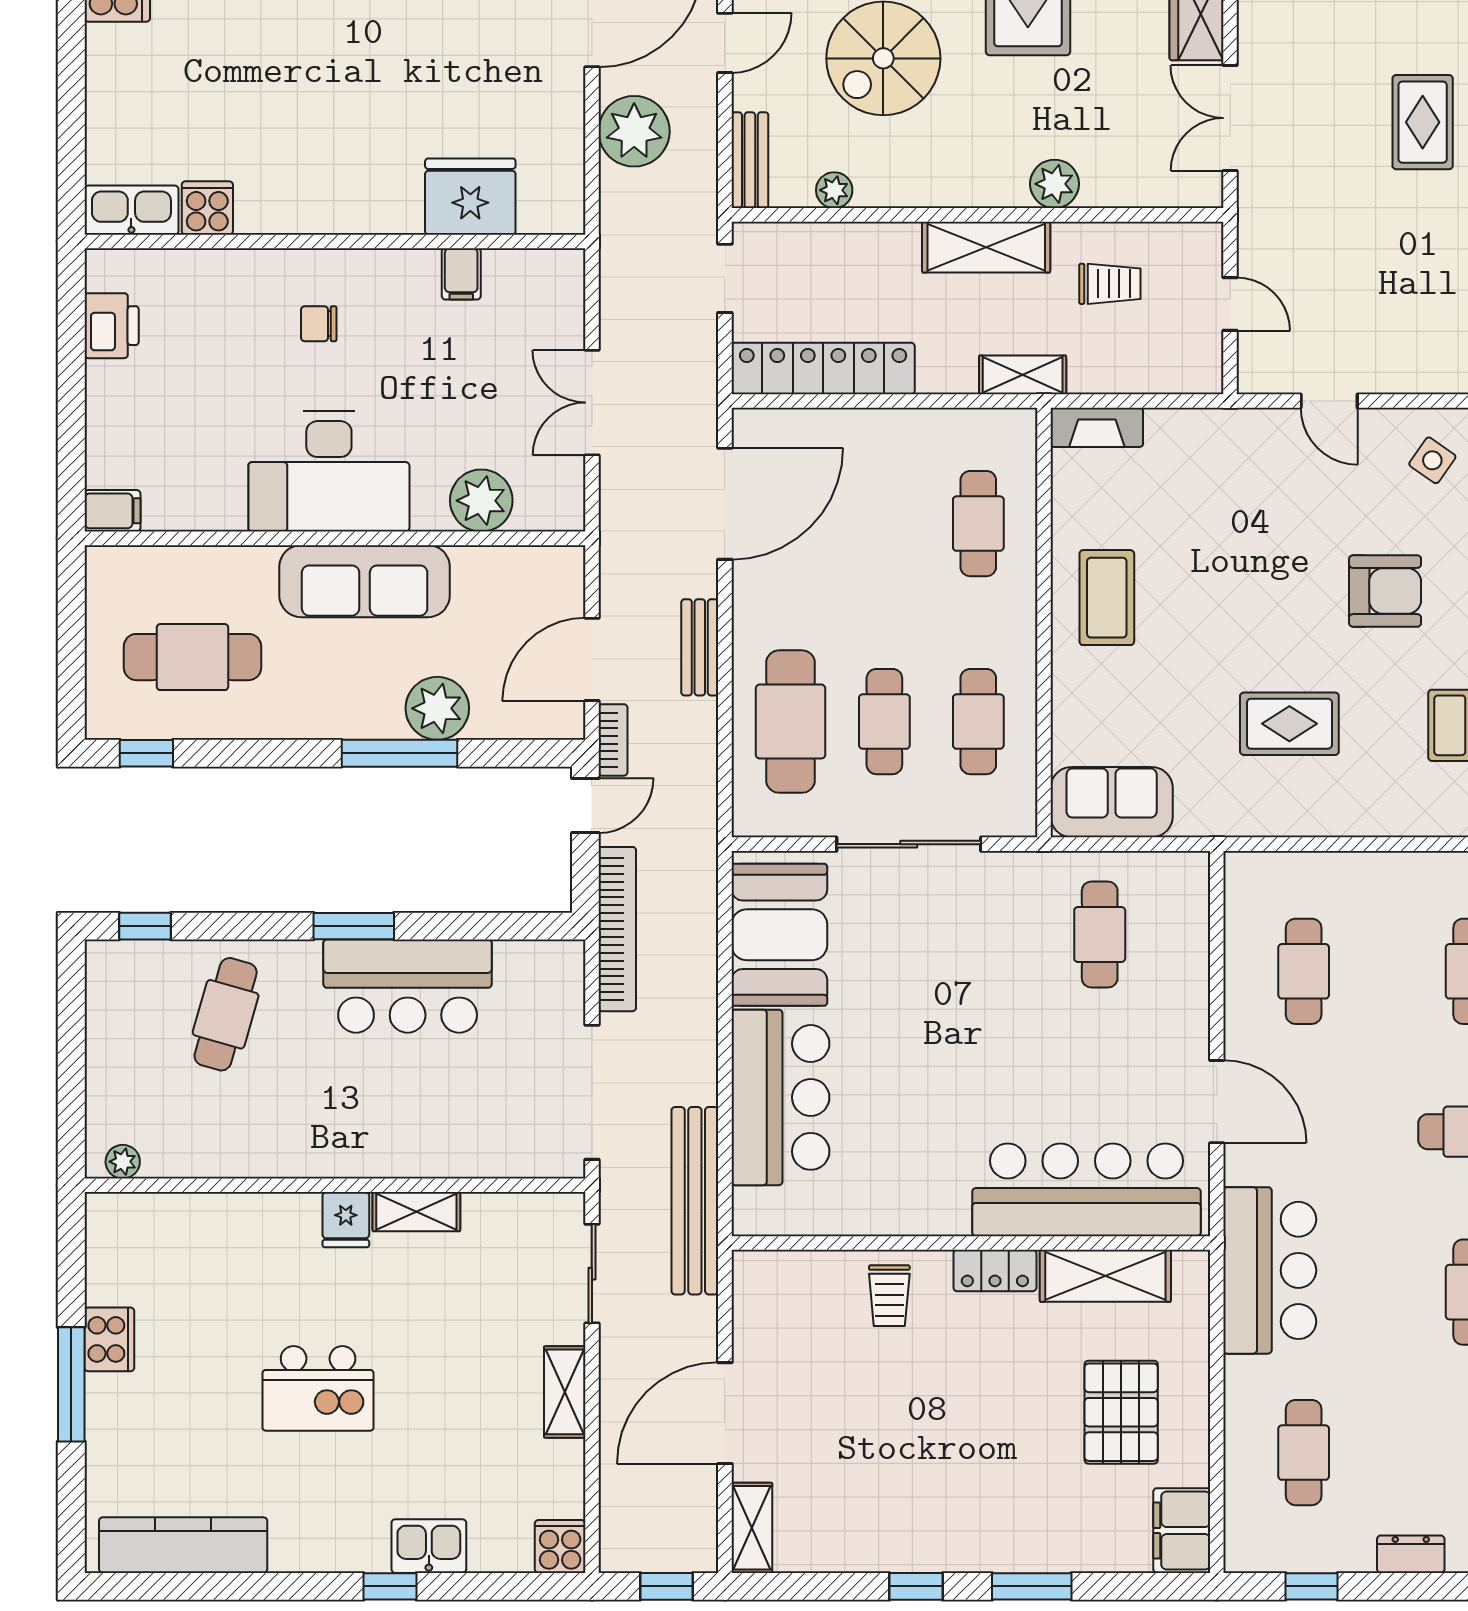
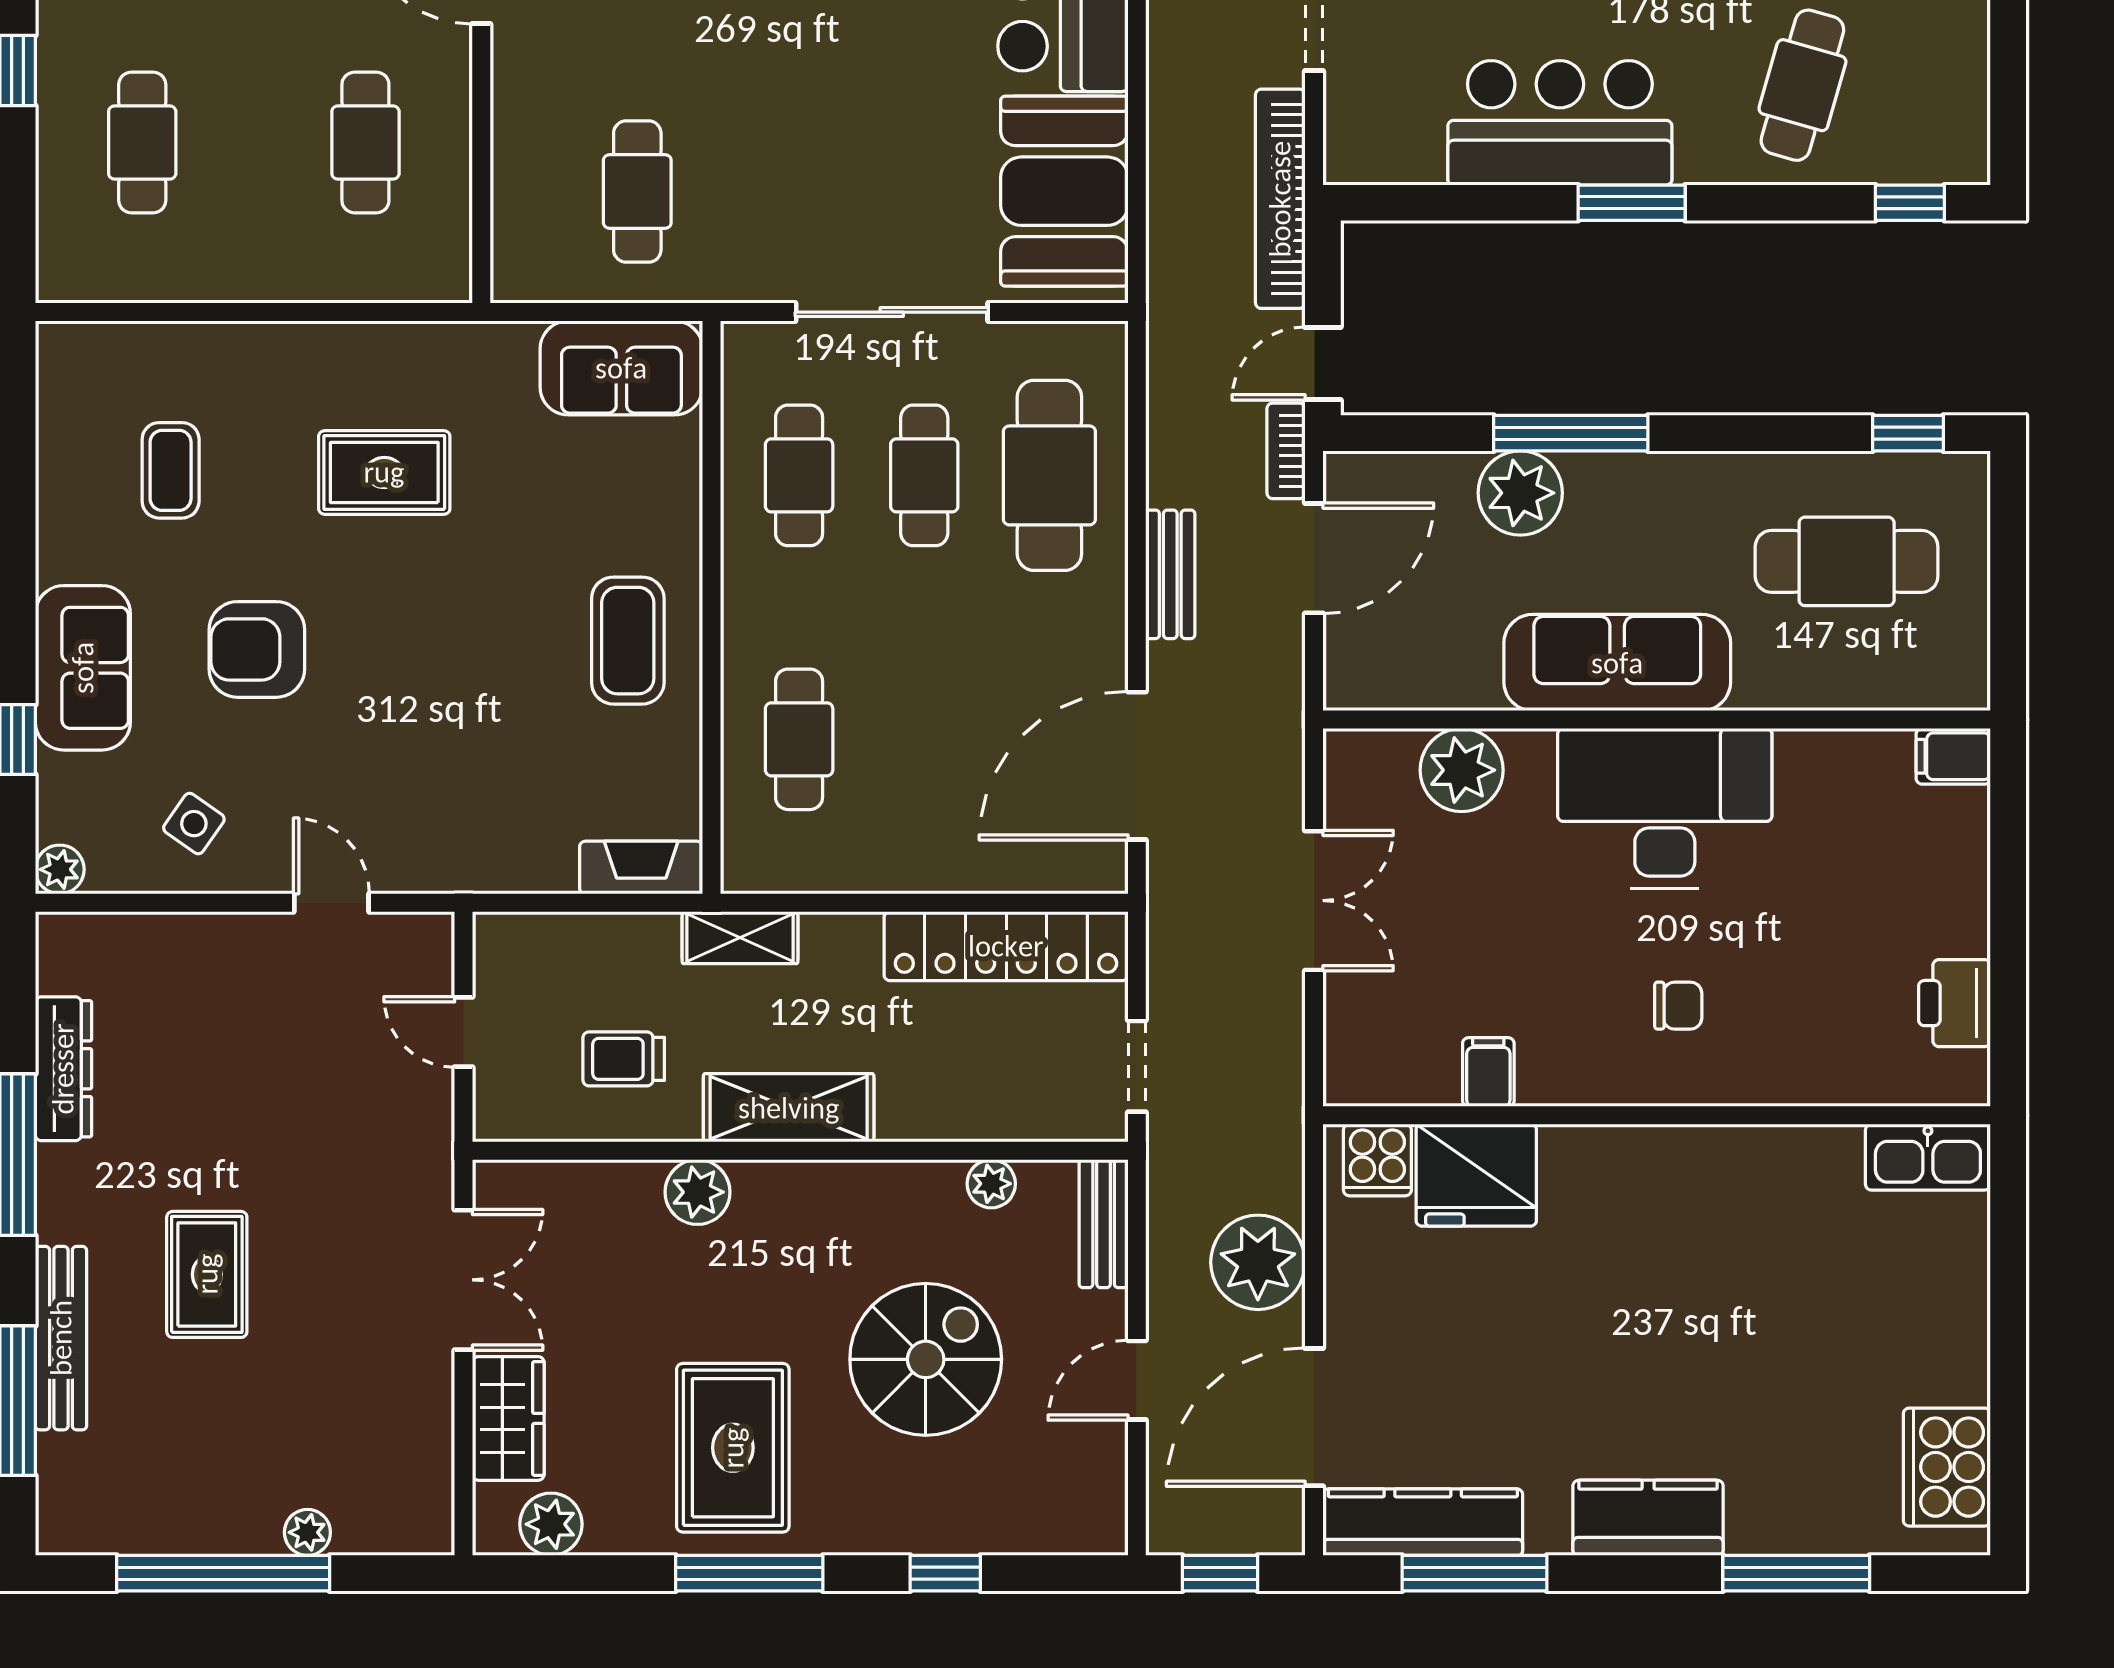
cooker: (207, 208) -> (1377, 1160), moved

